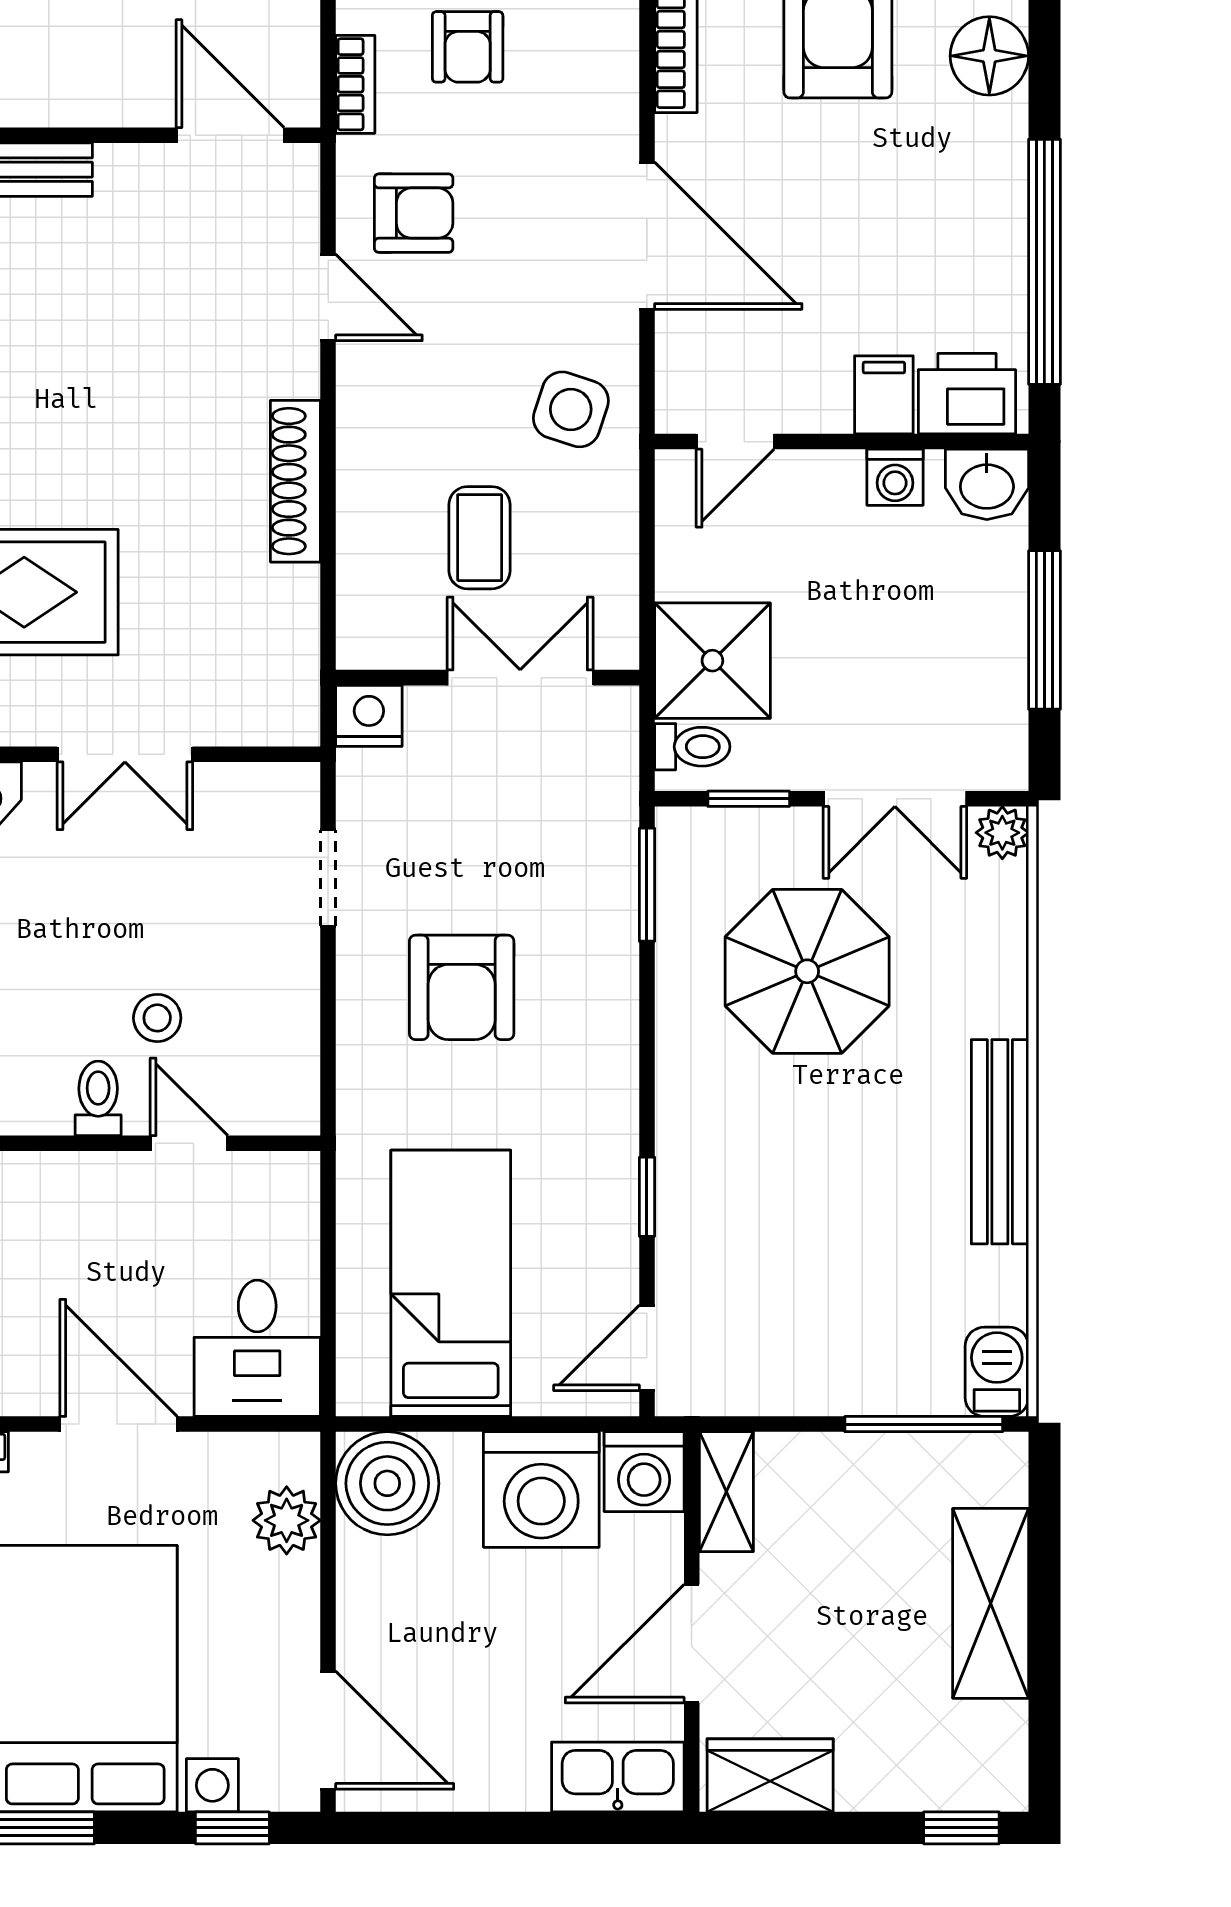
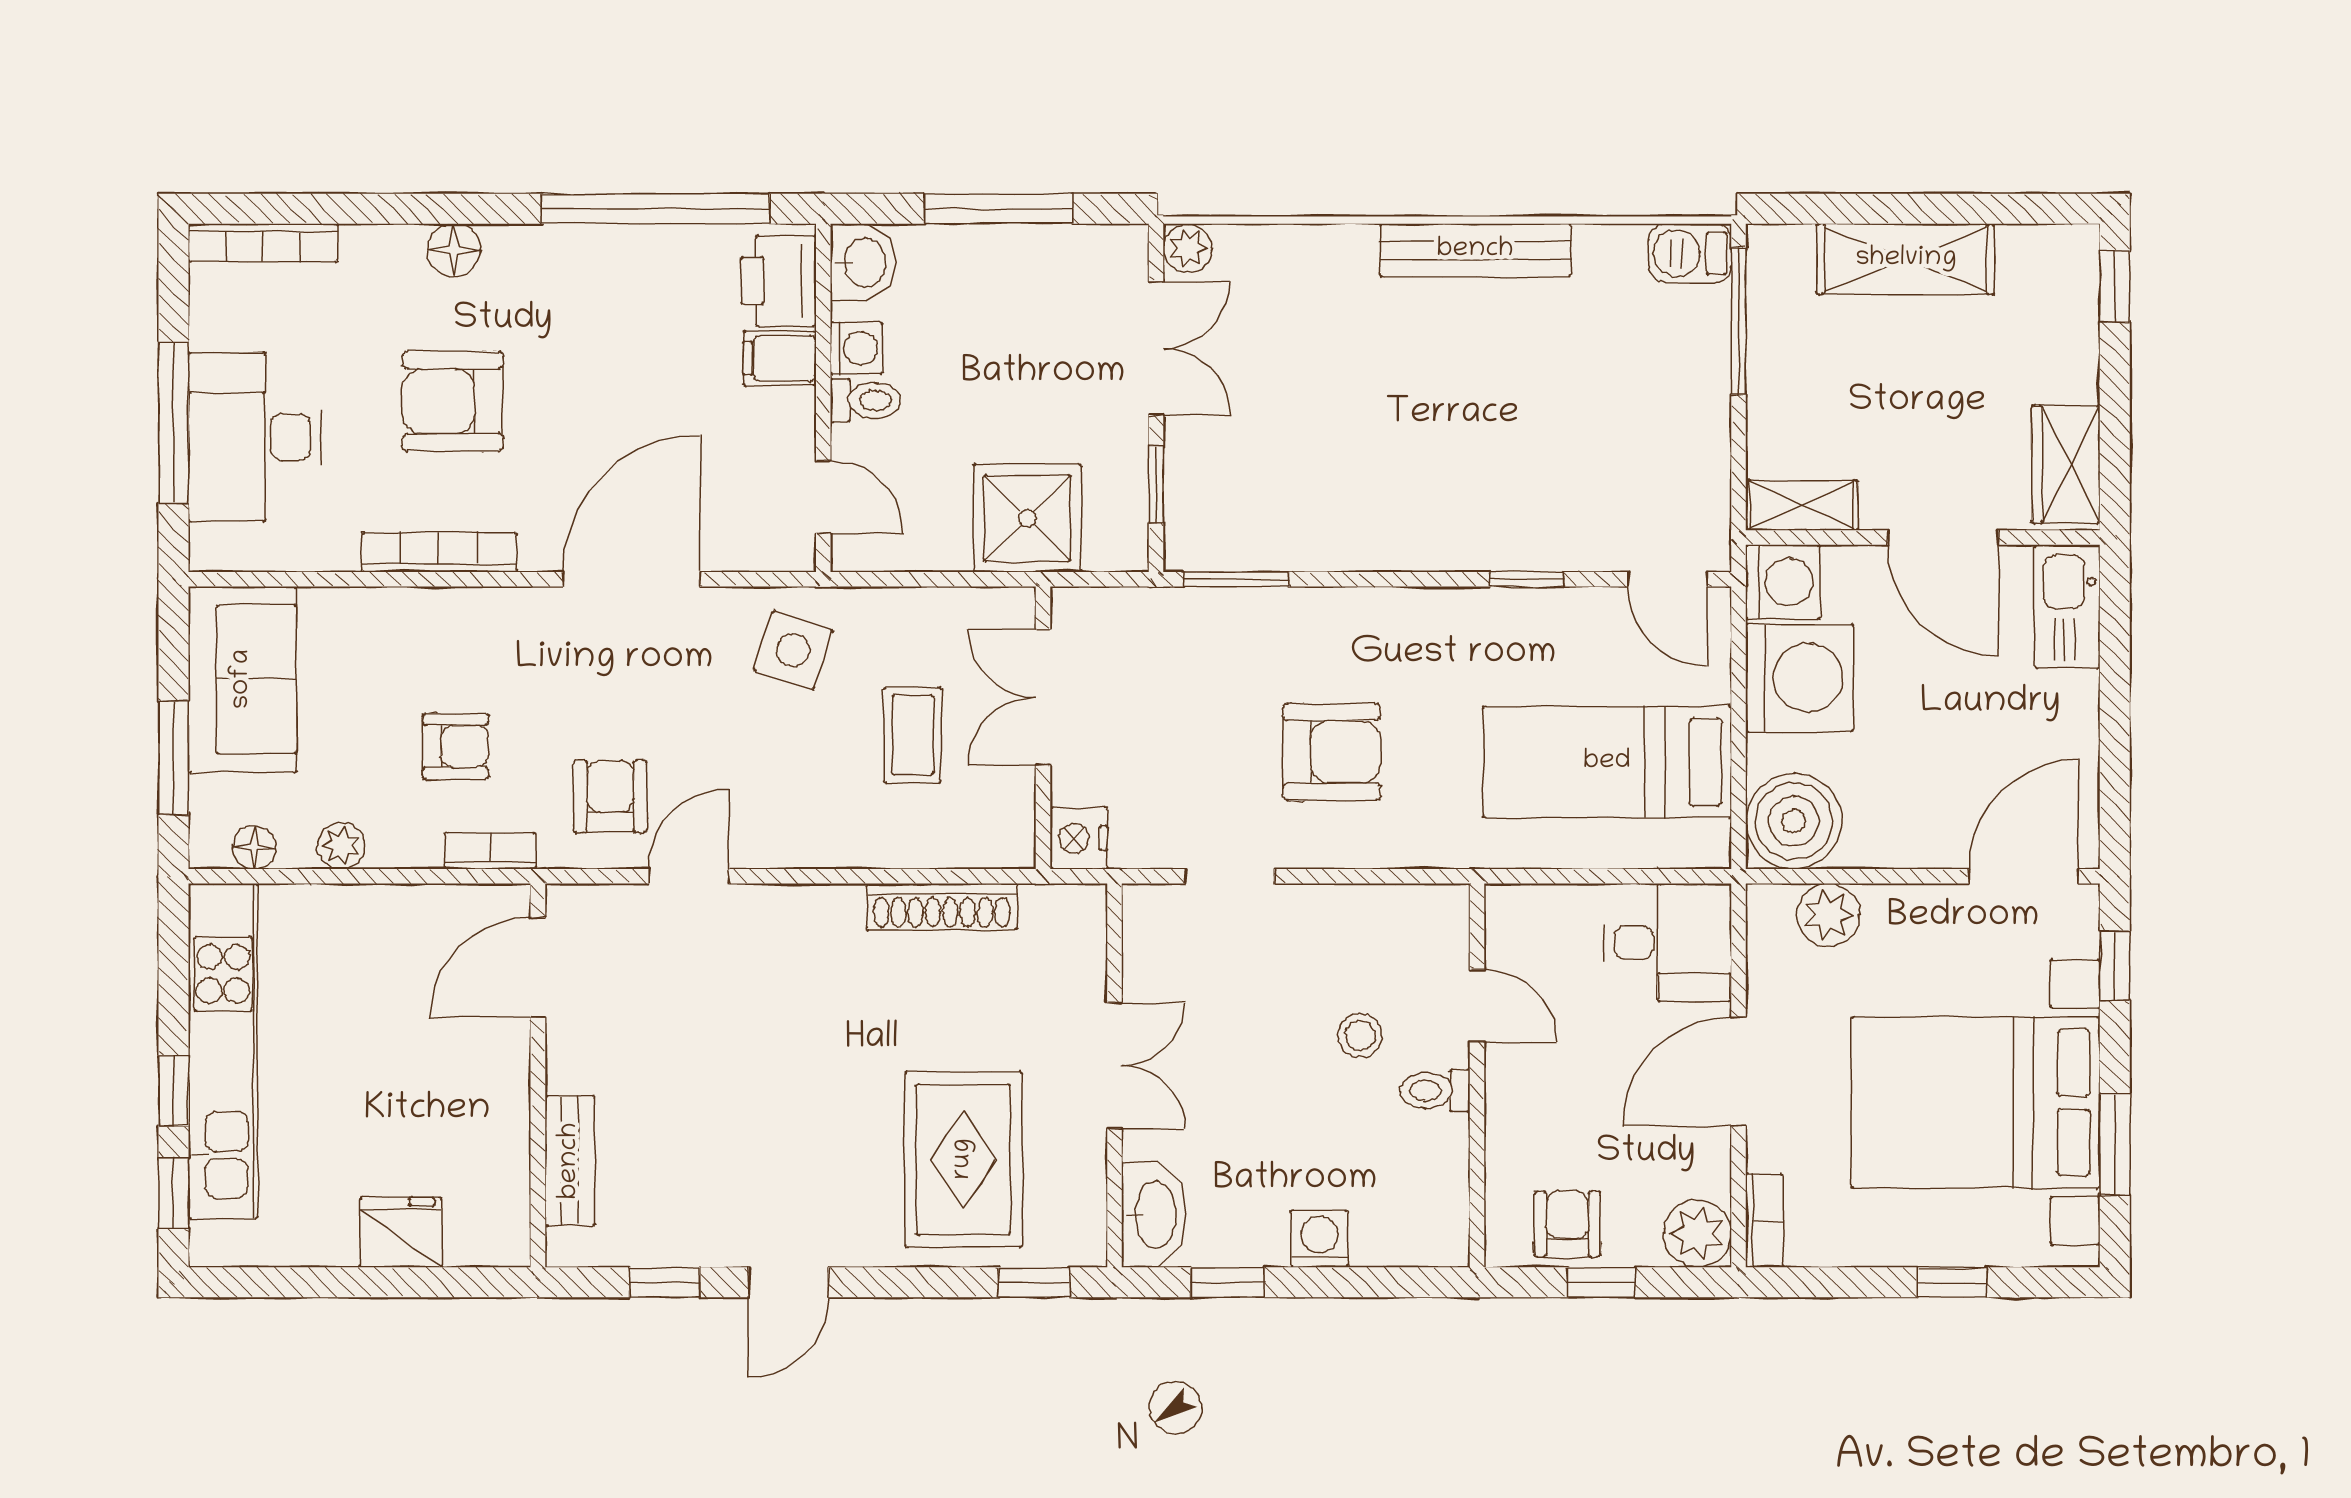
floor lamp: (989, 56) -> (454, 250), width x0.73, depth x0.73
shoe rack: (295, 481) -> (942, 907), moved
coffee table: (480, 538) -> (913, 735), turned 90
toilet: (692, 747) -> (865, 400), moved, turned 90
parasol: (807, 971) -> (1317, 430), removed
door: (189, 1143) -> (1477, 1006), swing flipped

